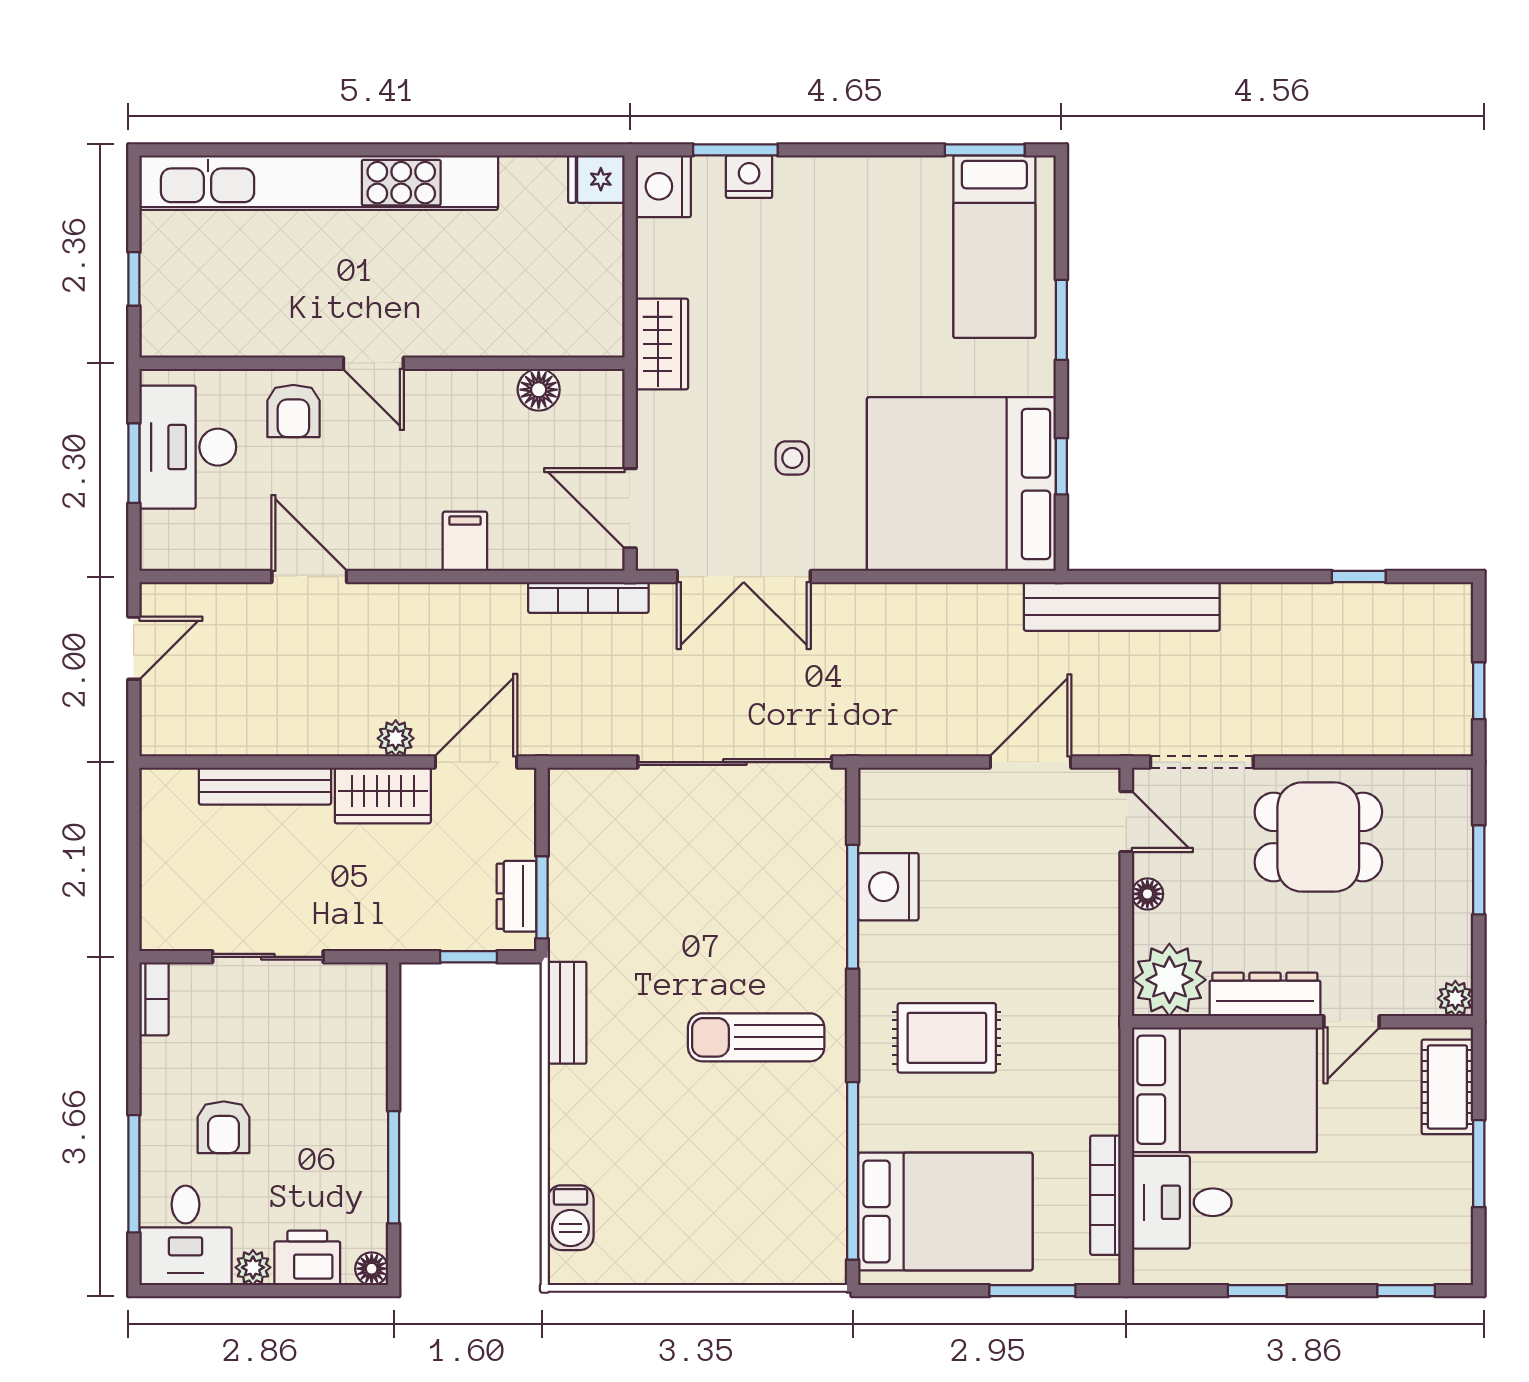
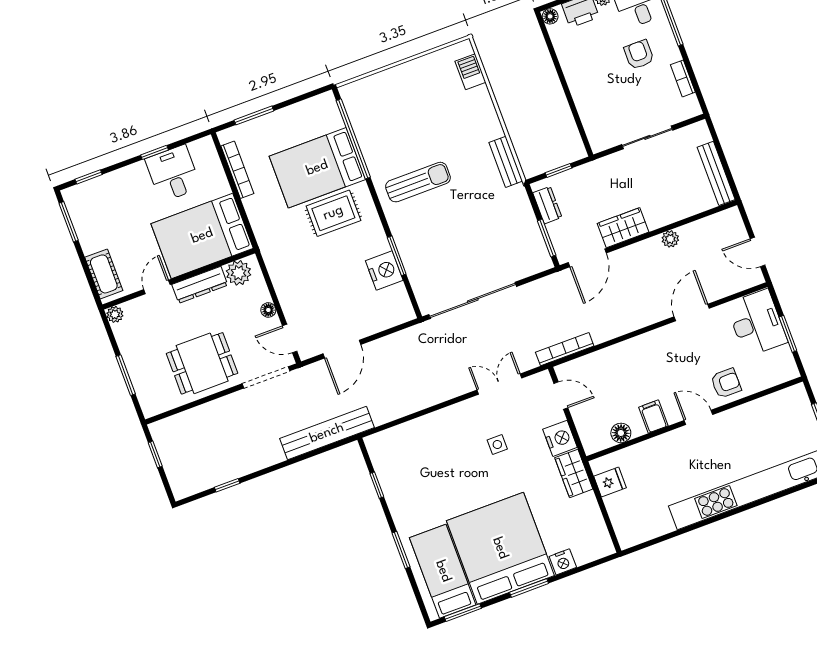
window: (735, 150) -> (529, 588), moved
fridge: (596, 179) -> (610, 482), moved
nightstand: (663, 186) -> (560, 438), moved
armchair: (293, 411) -> (726, 383), turned 90
desk: (188, 447) -> (757, 323), moved
bed: (961, 484) -> (500, 548), moved, turned -90
door: (630, 508) -> (561, 396), width x0.73
filing cabinet: (465, 541) -> (653, 416), moved, turned 180
door: (309, 577) -> (692, 312), swing flipped
double door: (744, 577) -> (499, 384), width x0.73
door: (134, 648) -> (757, 252), hinge flipped
plant: (396, 738) -> (670, 239), moved
bench: (265, 786) -> (716, 173), moved, turned 90
window: (542, 897) -> (547, 238), moved
window: (853, 907) -> (397, 256), width x0.69
plant: (1169, 980) -> (239, 273), width x0.73, depth x0.73
bookcase: (154, 999) -> (683, 78), moved
window: (1479, 1164) -> (69, 222), moved
window: (394, 1167) -> (557, 65), removed
desk: (1182, 1202) -> (173, 173), moved, turned -90
bed: (945, 1212) -> (317, 168), moved

